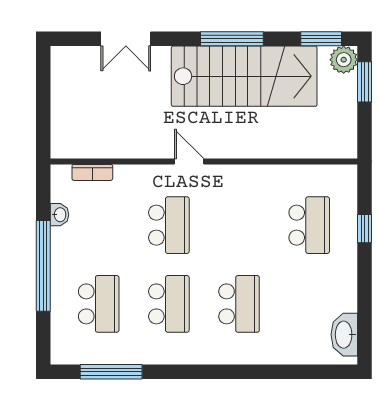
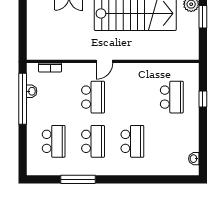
door: (189, 161) -> (104, 61), swing flipped
window: (43, 266) -> (23, 99), moved
washbasin: (344, 335) -> (194, 159), width x0.52, depth x0.69
window: (111, 372) -> (78, 179), moved

